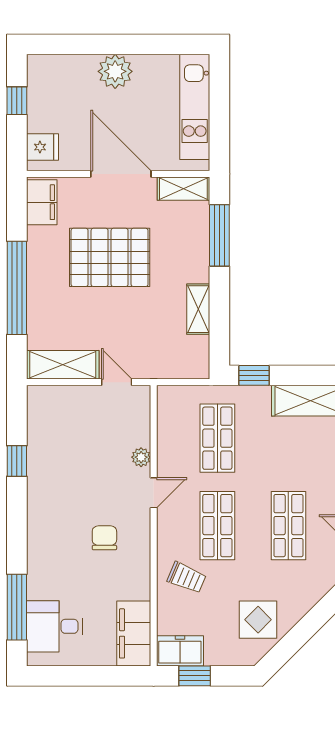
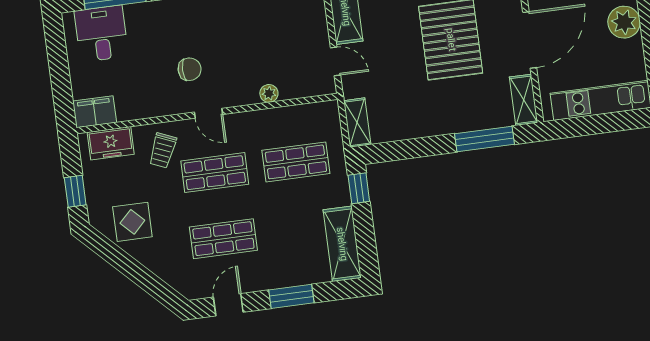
shelving: (198, 309) -> (357, 123), moved, turned 90
door: (117, 382) -> (336, 61), hinge flipped
door: (154, 493) -> (208, 113), moved
filing cabinet: (134, 633) -> (95, 112), width x0.67, depth x0.86
freezer: (180, 651) -> (111, 143), moved, turned 90
window: (195, 676) -> (75, 191), moved

